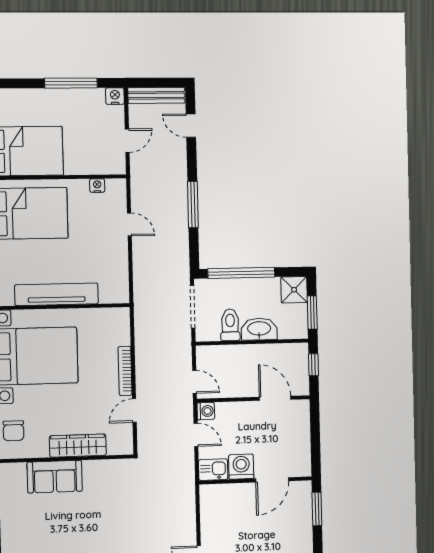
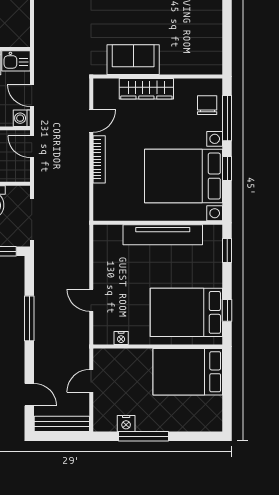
nightstand: (115, 96) -> (126, 424), moved
sofa: (55, 477) -> (133, 60), moved

